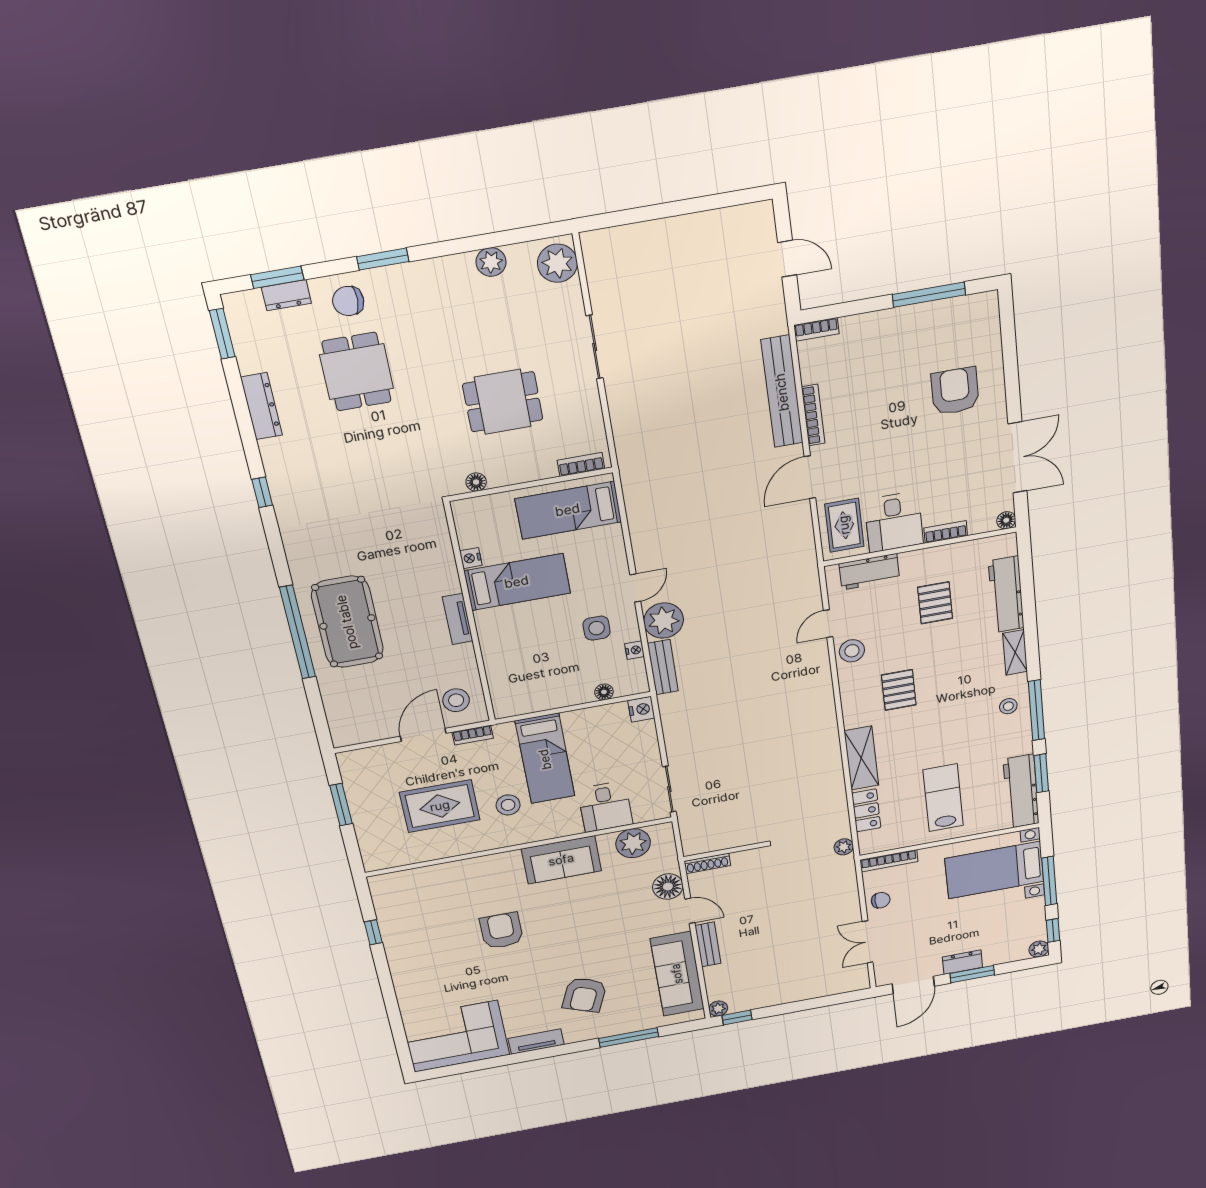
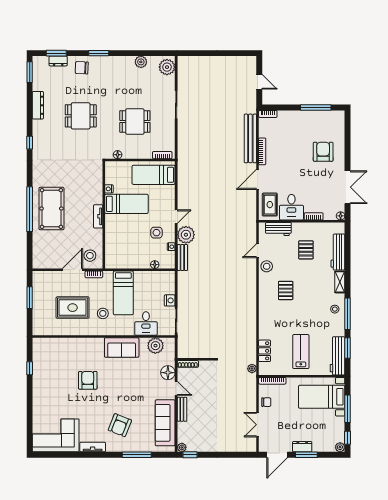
dining table: (357, 372) -> (81, 116), moved, turned 90
nightstand: (641, 709) -> (170, 300), moved
shelving: (861, 758) -> (265, 322), removed

